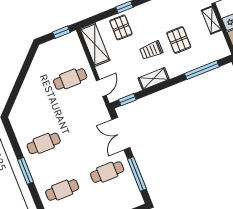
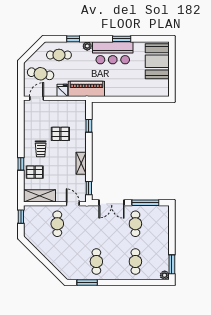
shelving: (211, 20) -> (55, 104), removed
trolley: (151, 50) -> (41, 149), moved
window: (202, 70) -> (89, 126), width x0.46
window: (26, 171) -> (87, 283), moved

